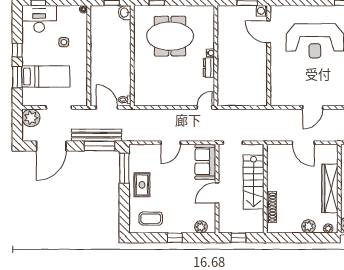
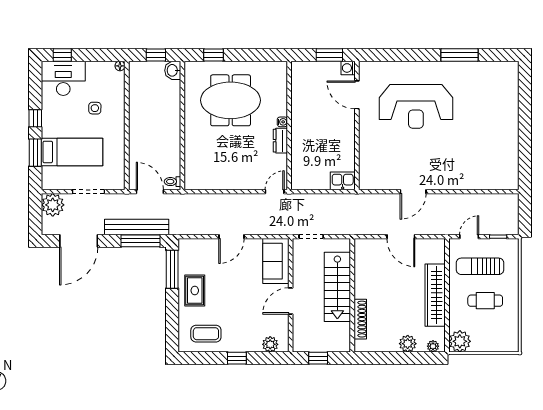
kitchen sink: (258, 99) -> (343, 181), added

